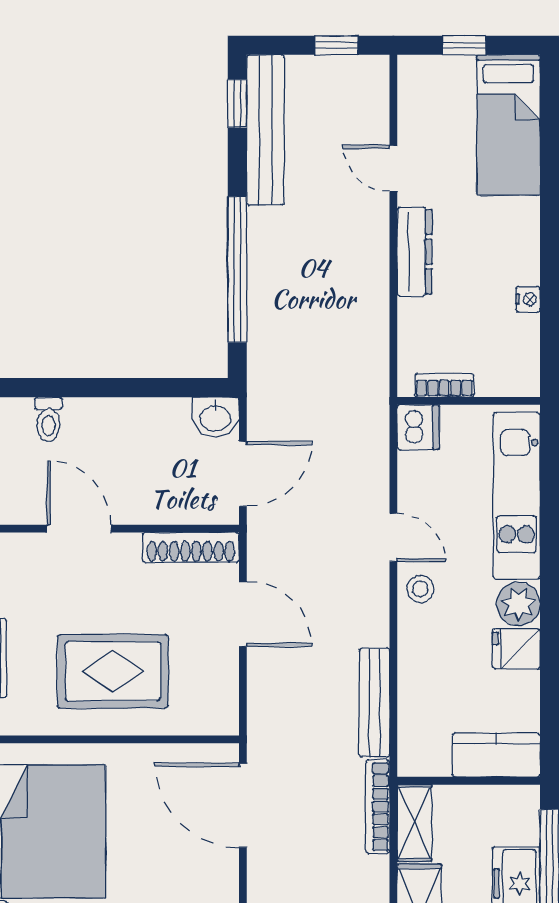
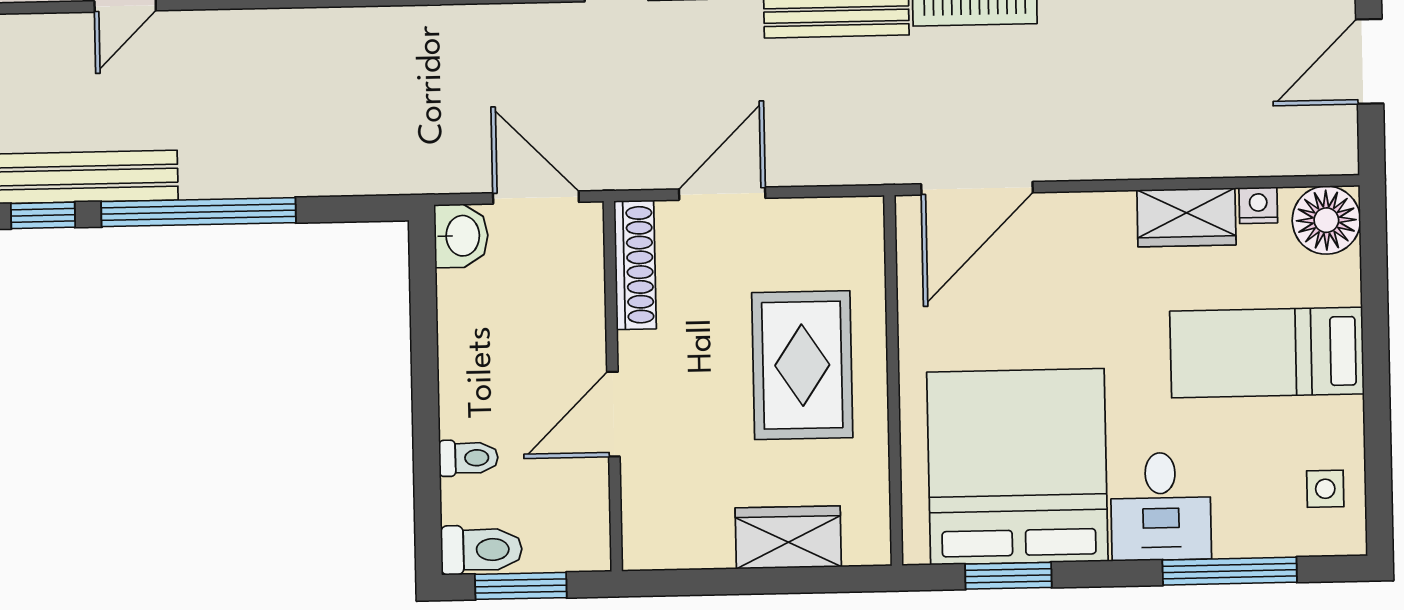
window: (237, 270) -> (199, 212), moved

